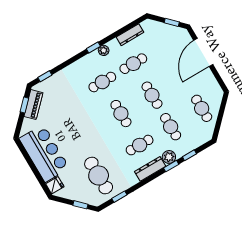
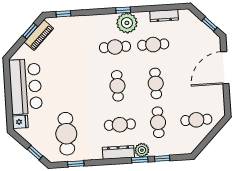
plant: (104, 50) -> (127, 23), width x1.88, depth x1.88
cafe table: (202, 108) -> (196, 120), turned 90

